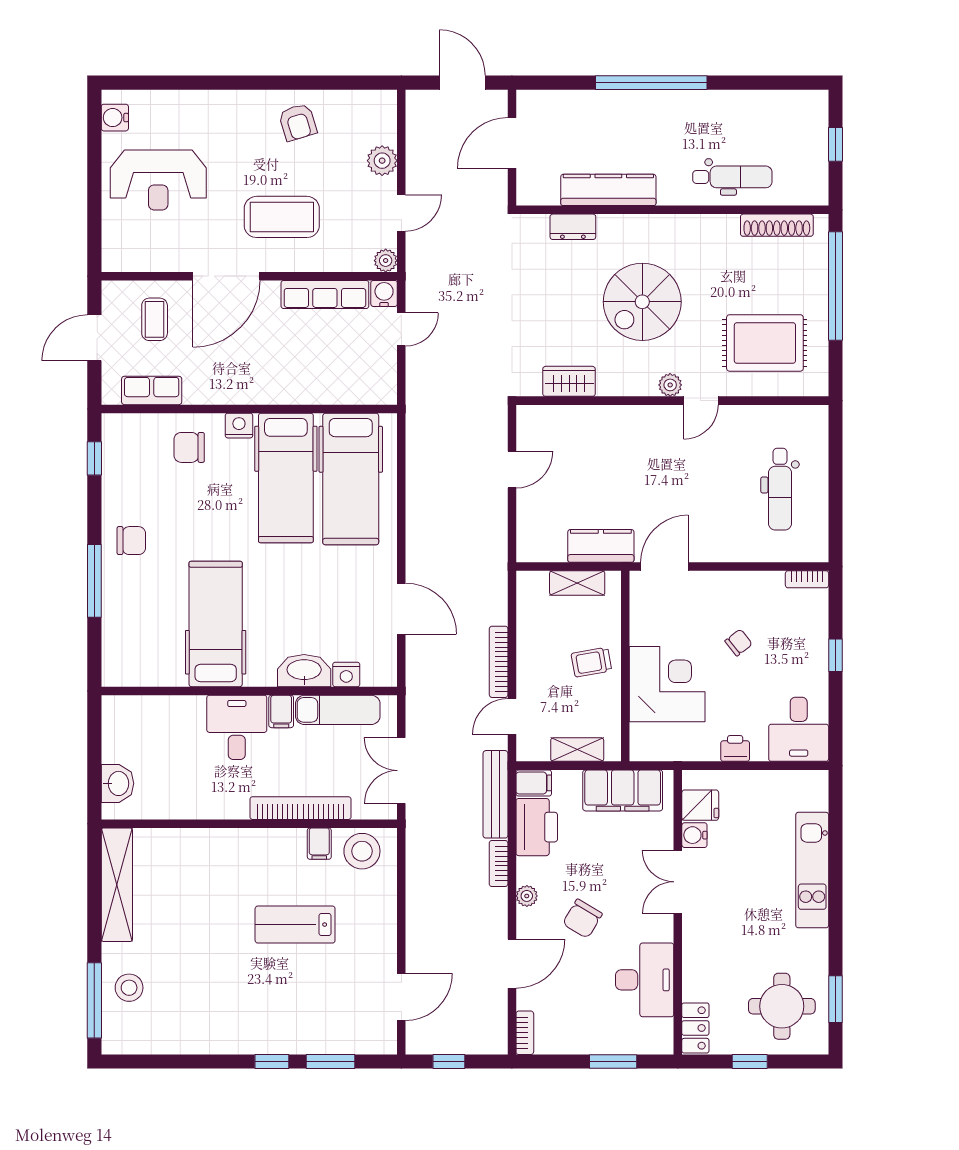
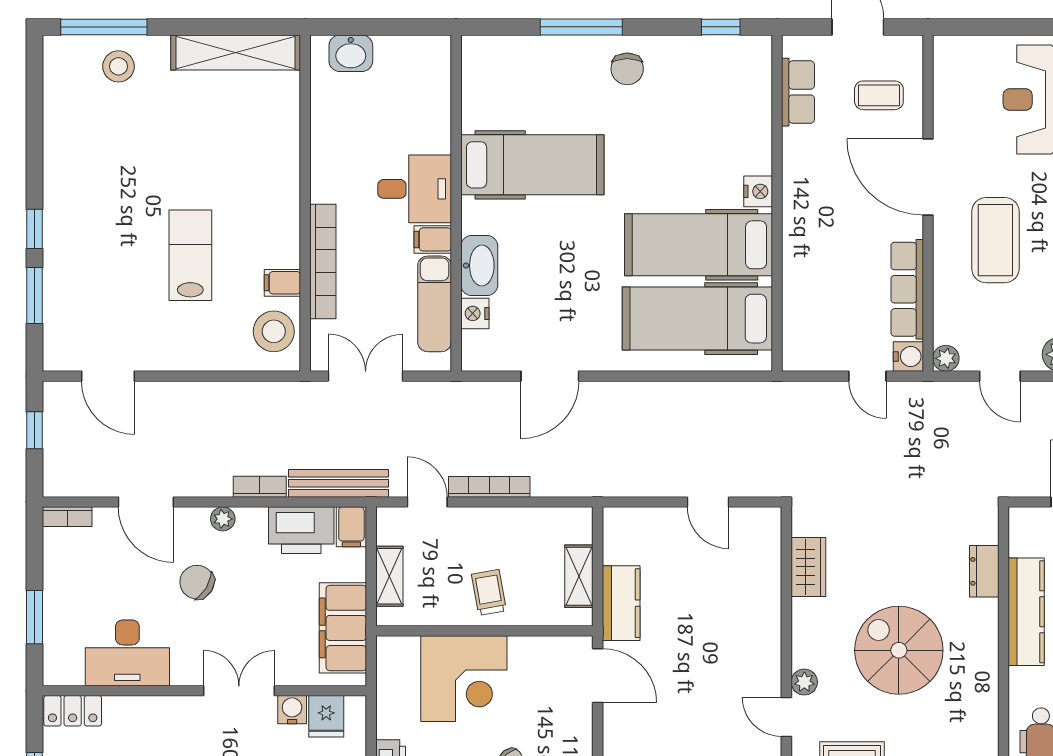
chair: (189, 447) -> (733, 135), removed

